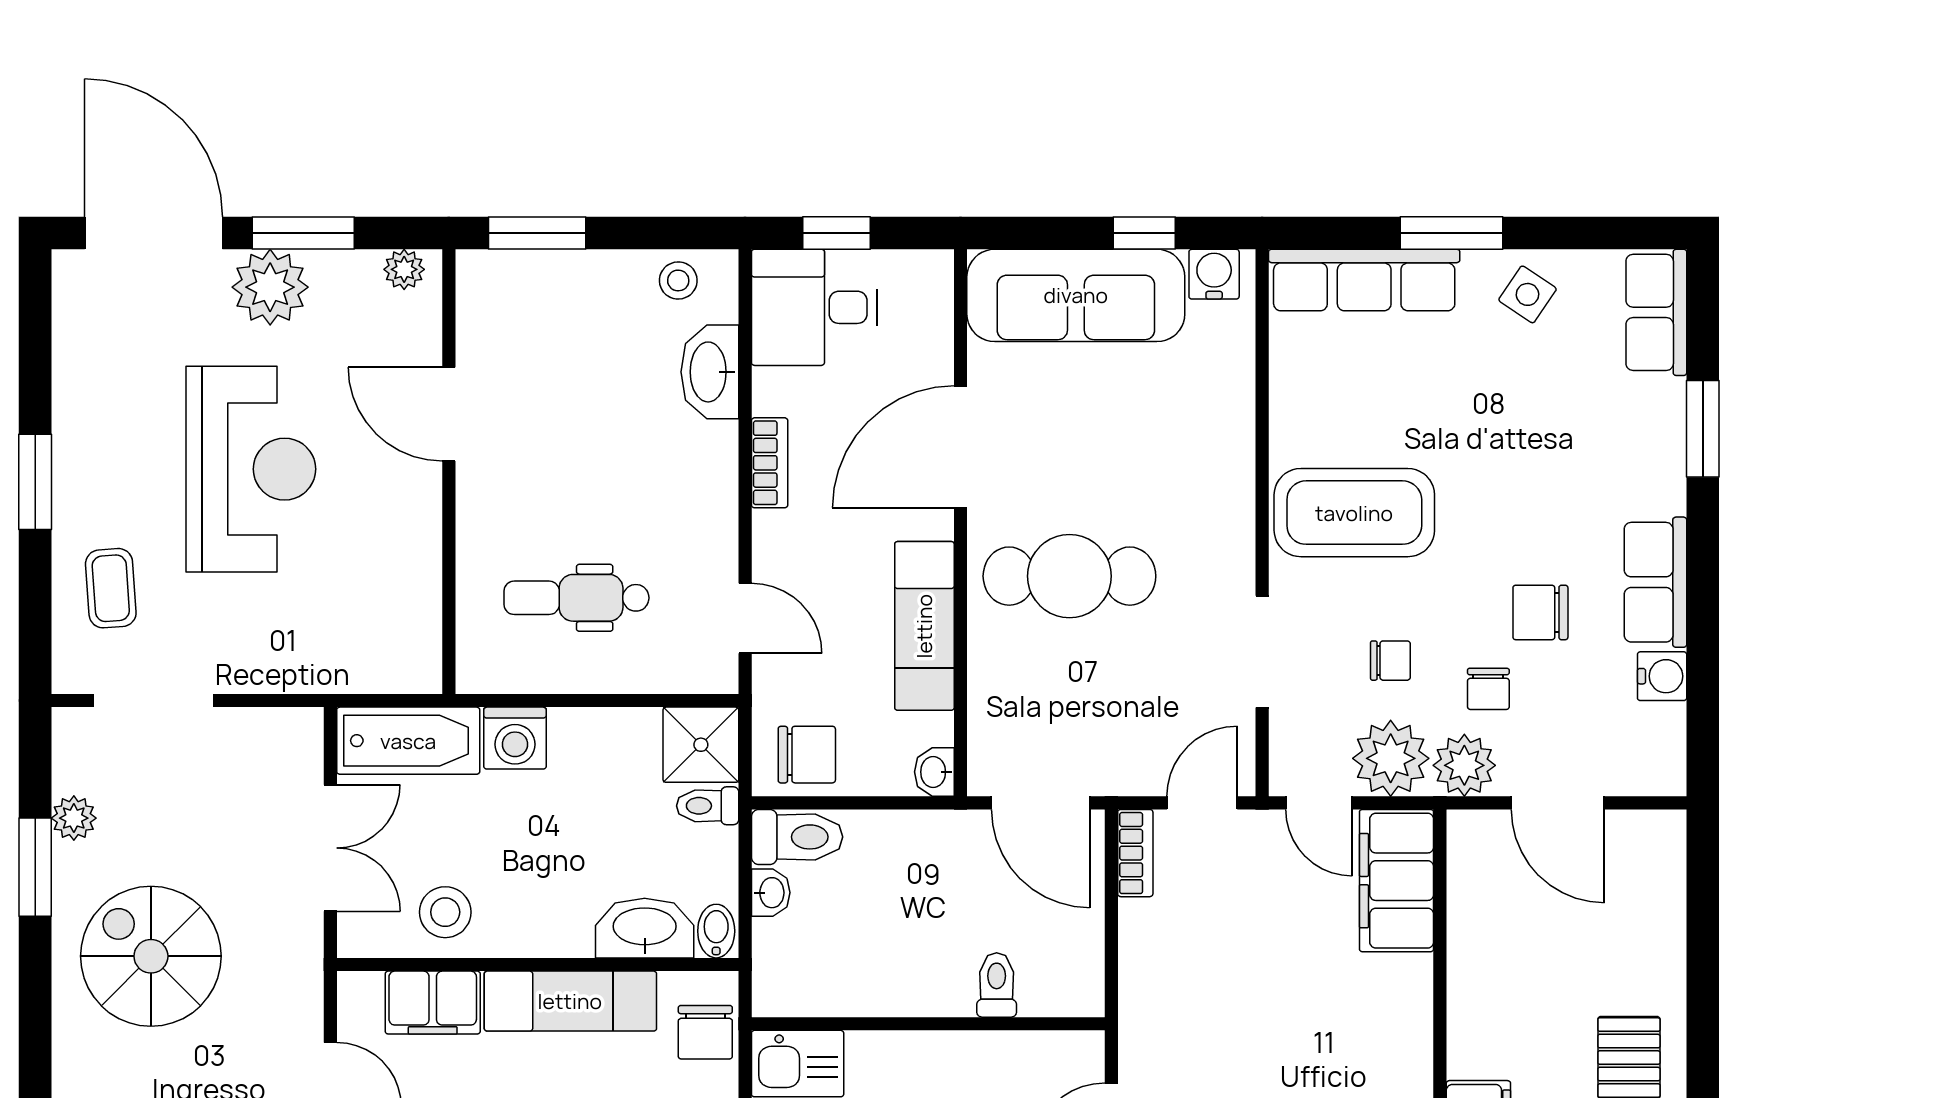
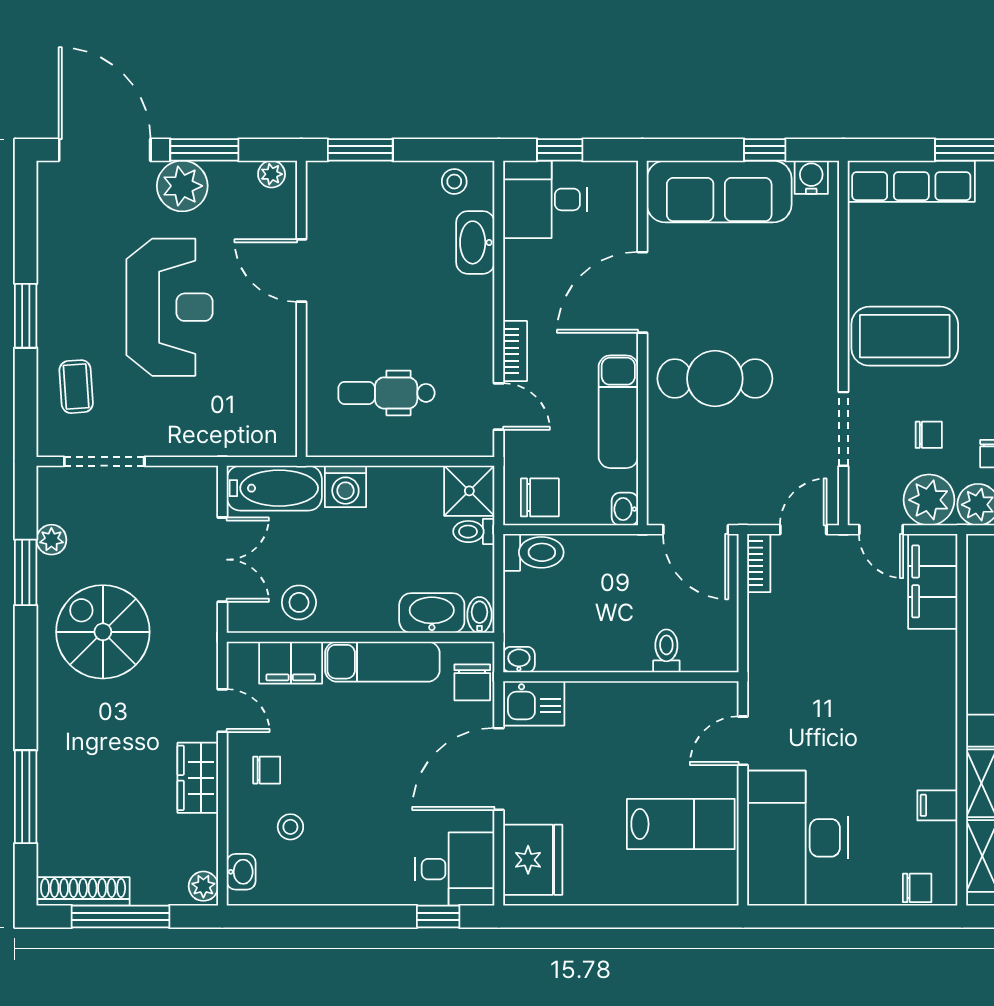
bookcase: (770, 463) -> (515, 351), moved
washbasin: (771, 893) -> (519, 660), moved, turned -90

